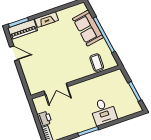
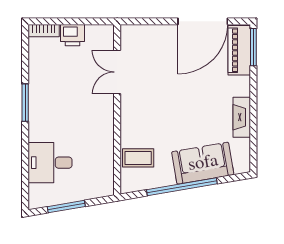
fireplace: (47, 20) -> (242, 117), moved
door: (14, 53) -> (203, 21), width x1.87
desk: (103, 112) -> (50, 163), moved

